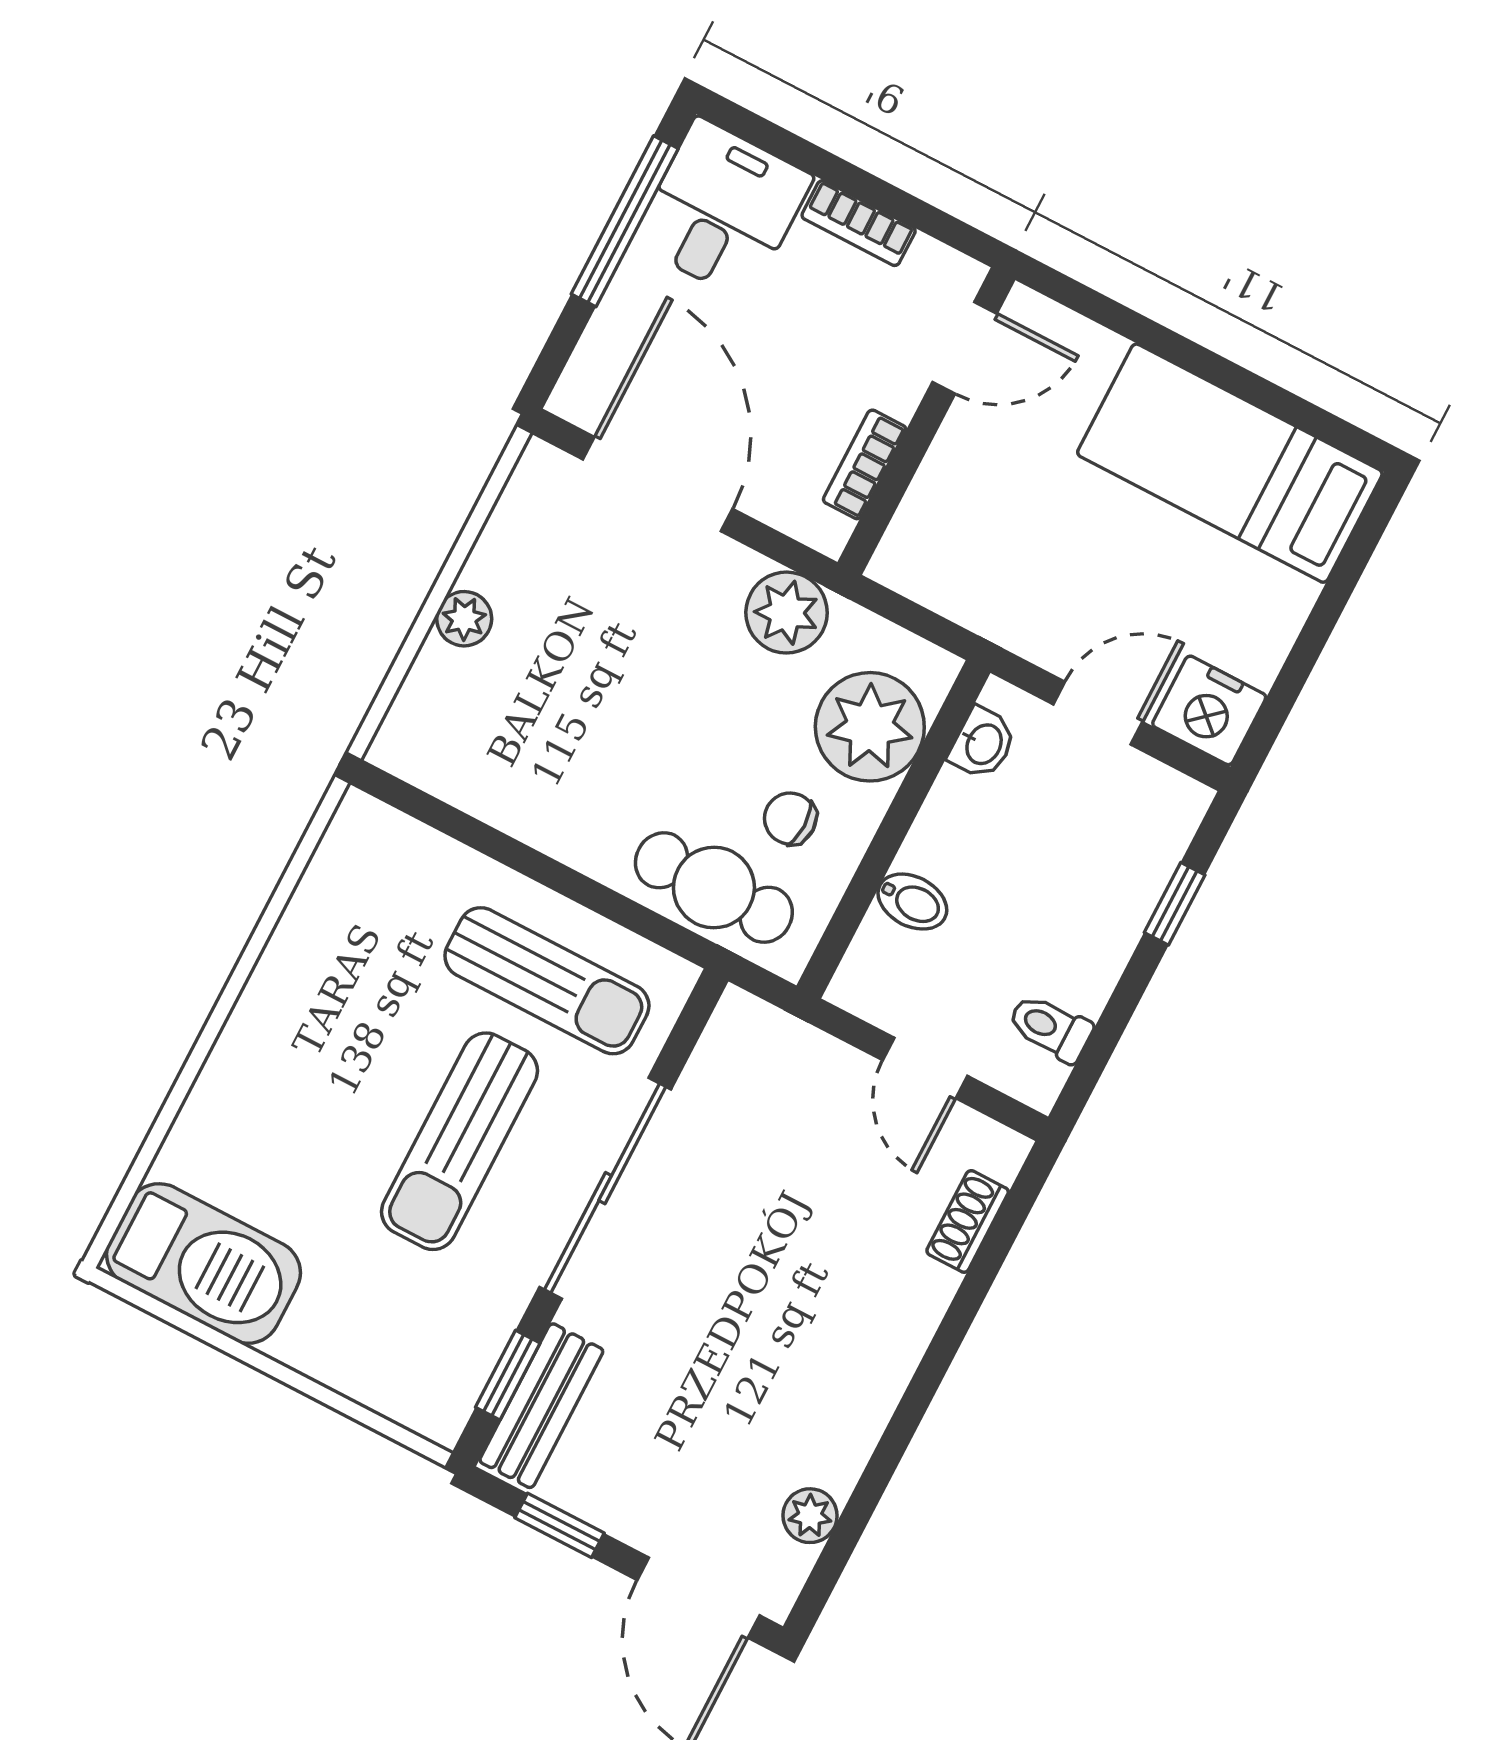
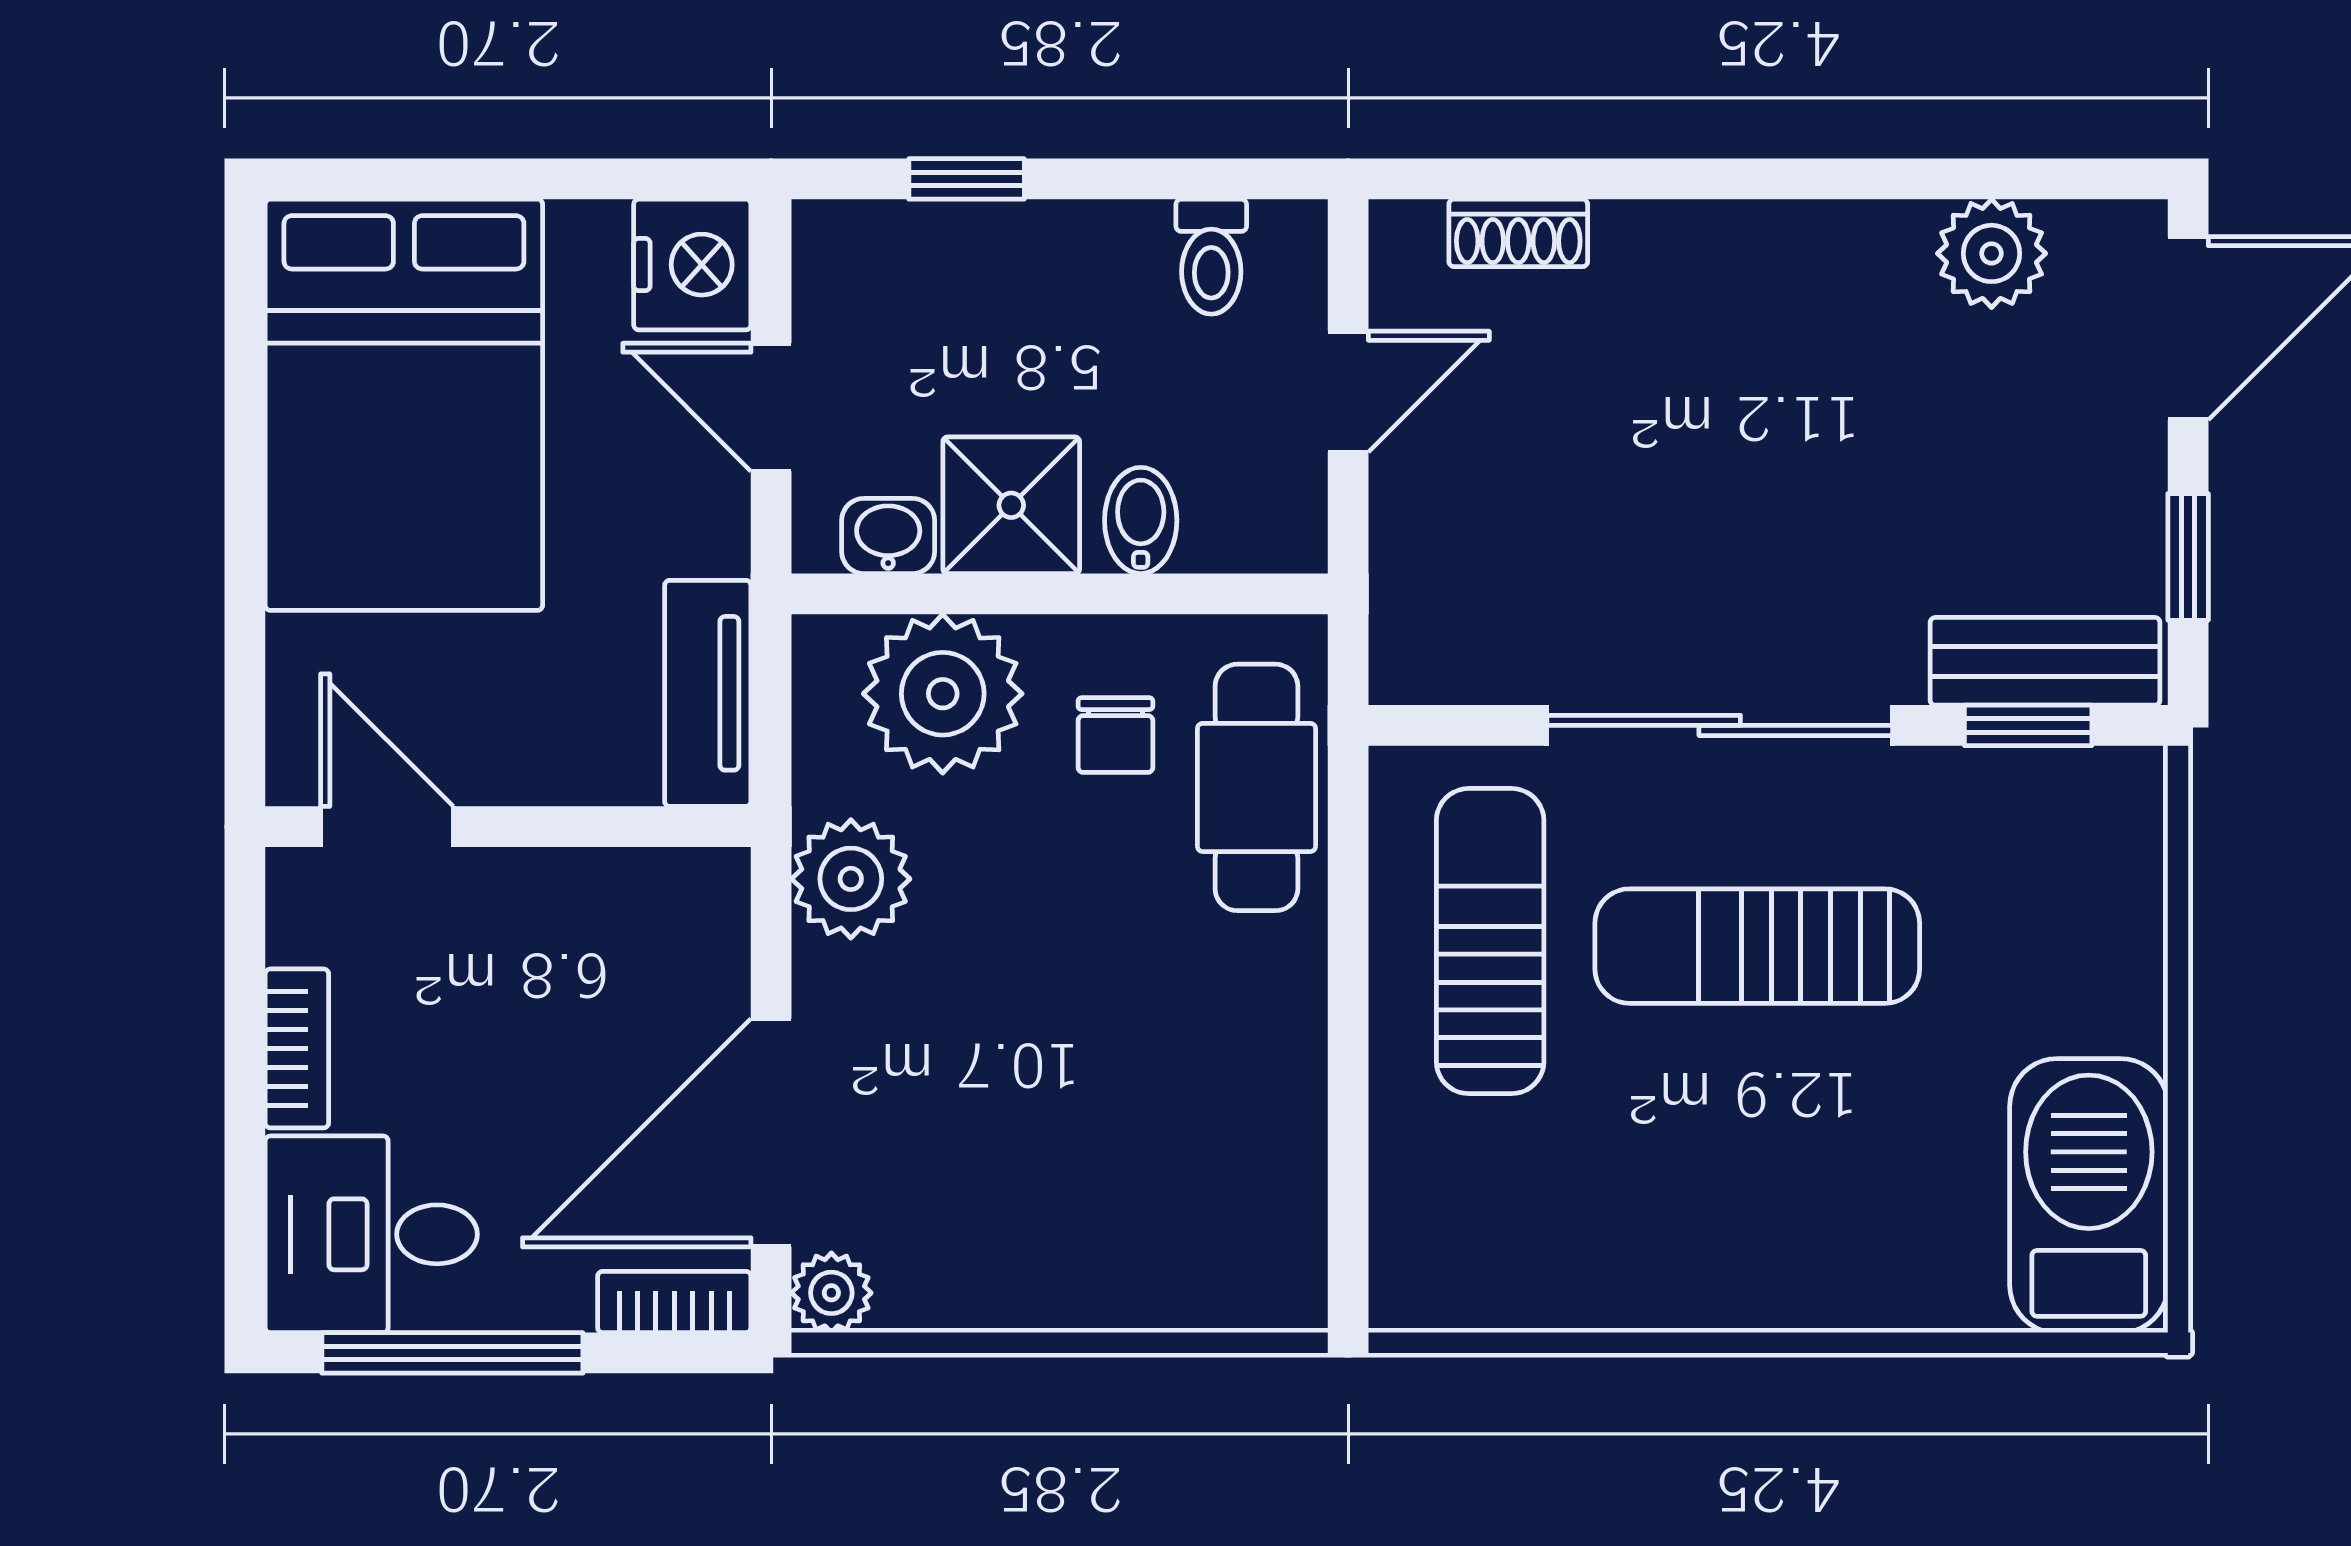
bed: (1230, 463) -> (404, 405), width x1.50
bookcase: (865, 464) -> (674, 1302), moved, turned 180
tv unit: (944, 584) -> (708, 693), added
plant: (464, 619) -> (831, 1293), moved
shower: (963, 828) -> (1011, 505), added
sun lounger: (460, 1141) -> (1757, 946), turned 180
plant: (810, 1516) -> (1992, 253), width x1.38, depth x1.38

